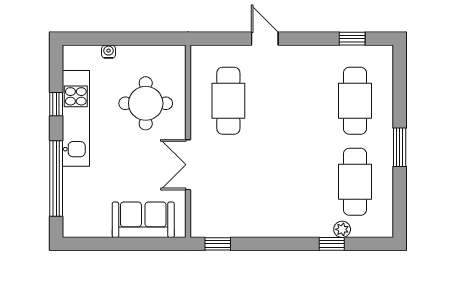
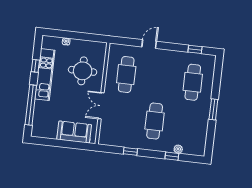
door: (265, 39) -> (149, 44), hinge flipped
cafe table: (355, 182) -> (155, 121), moved
window: (218, 244) -> (130, 151), moved

